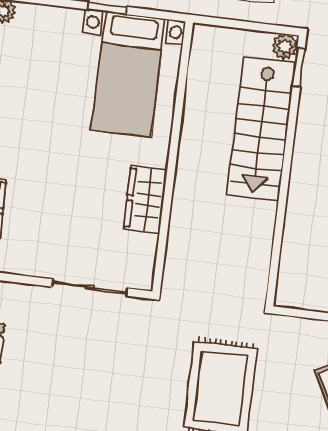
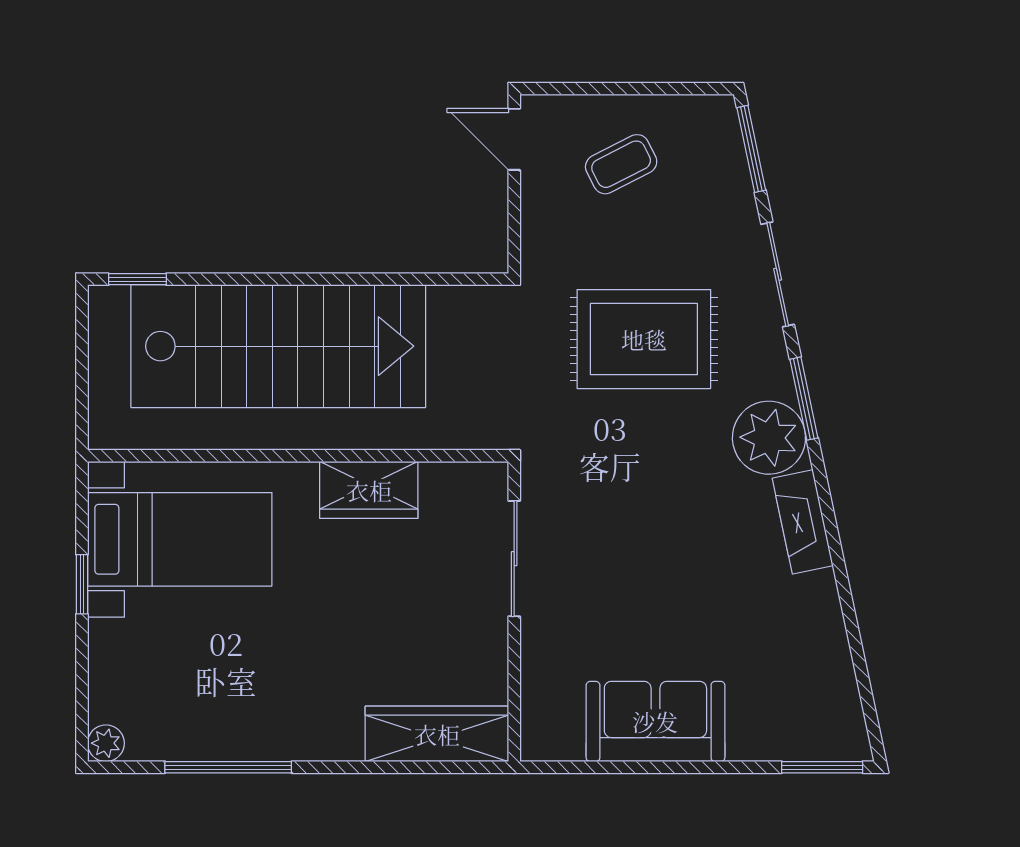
plant: (285, 47) -> (107, 305), removed
stairs: (261, 129) -> (278, 346), width x1.36, depth x1.51

